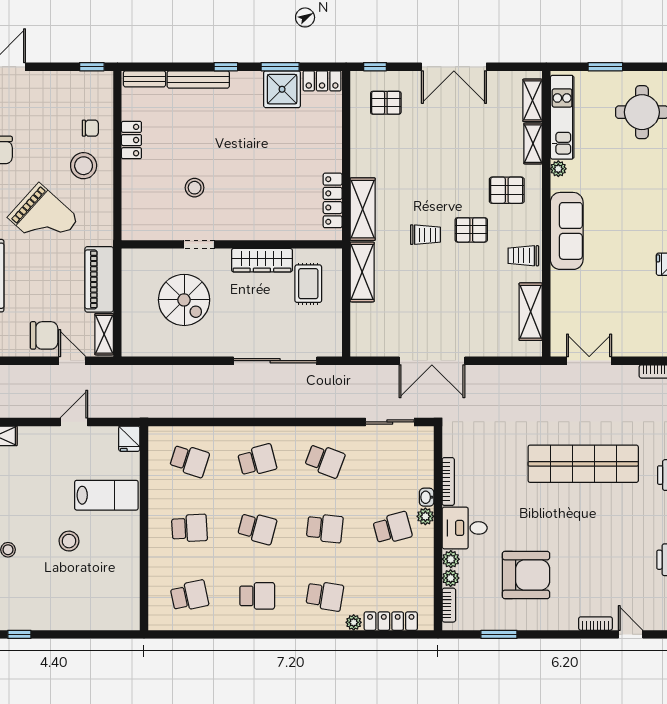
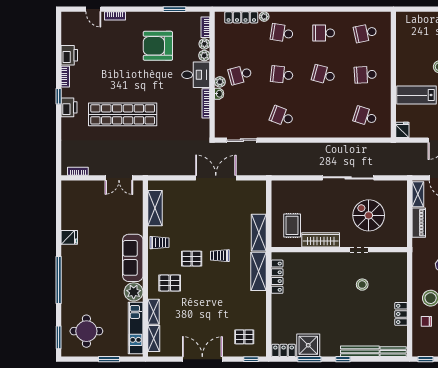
plant: (558, 169) -> (134, 292), width x1.87, depth x1.87
piano: (99, 279) -> (419, 223), width x0.73, depth x0.75
sliding door: (275, 361) -> (348, 178), moved
school desk: (257, 460) -> (324, 116), removed

